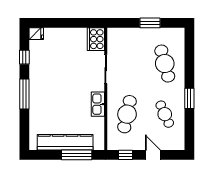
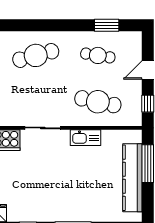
window: (189, 98) -> (107, 25), moved
cafe table: (165, 114) -> (98, 55), turned 33

